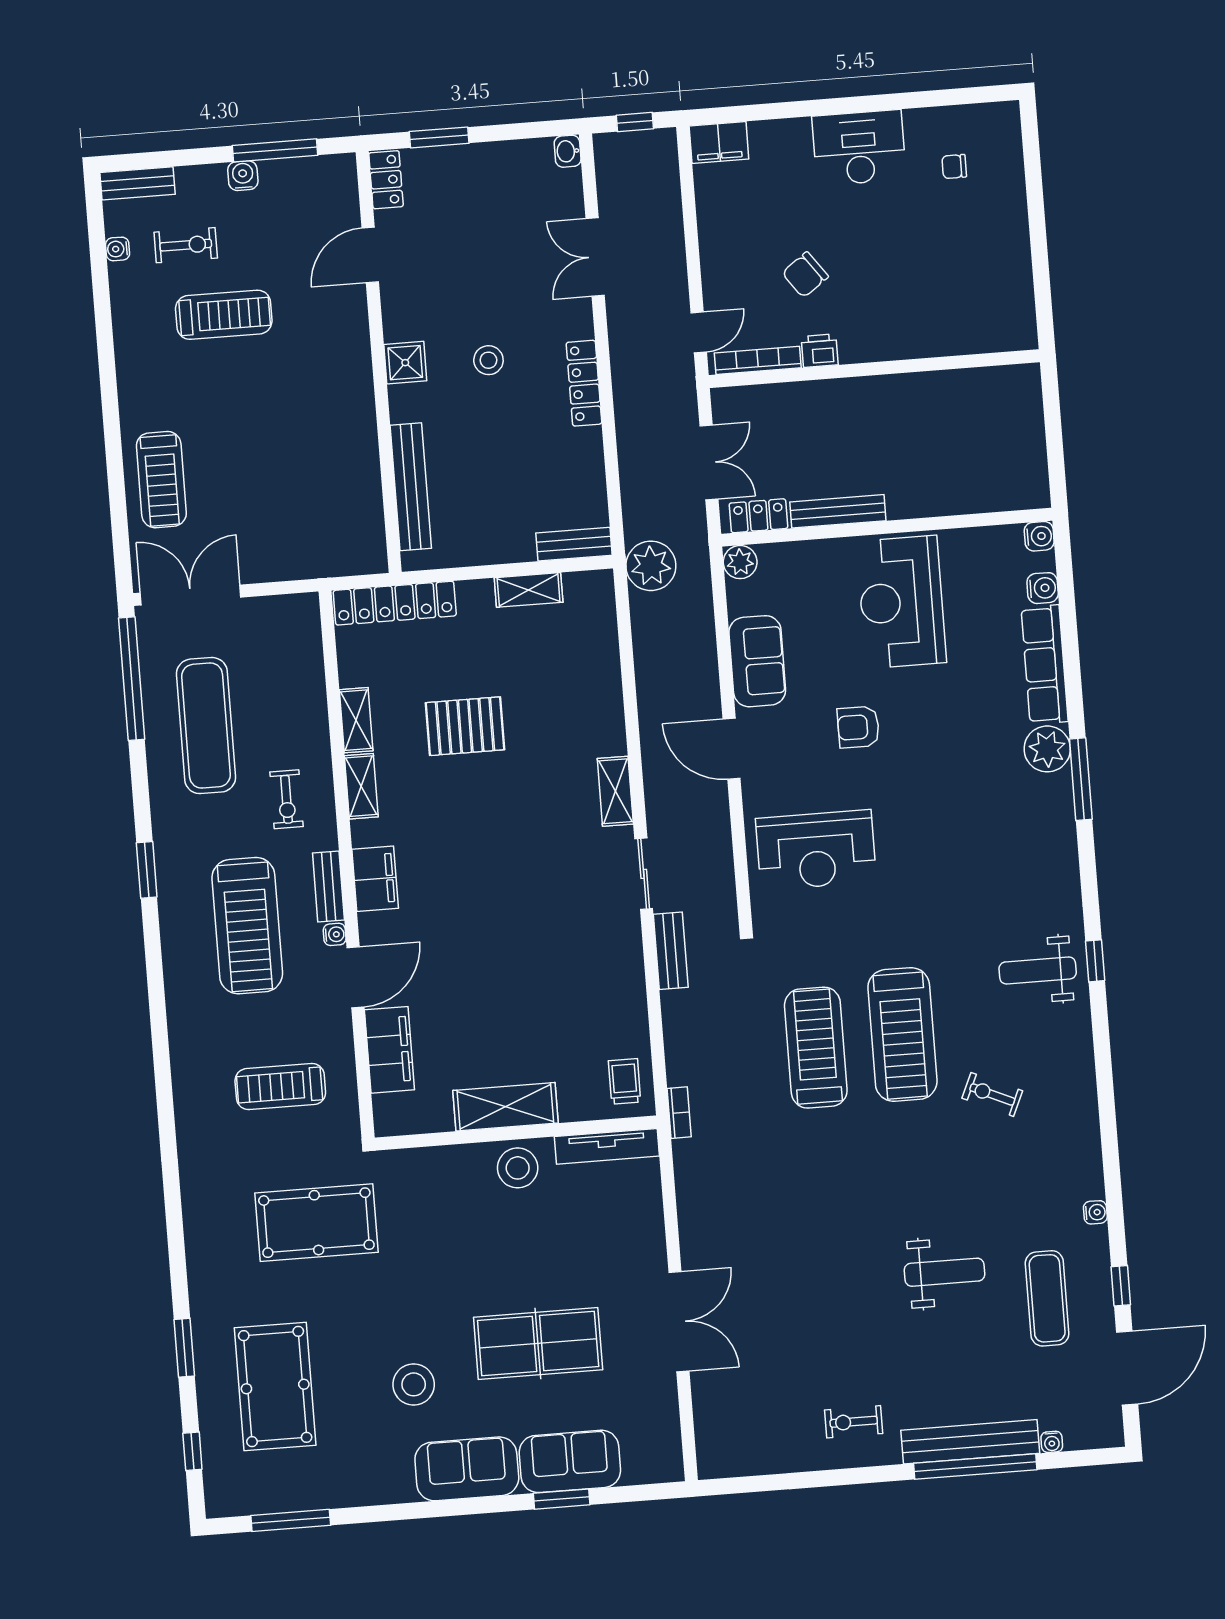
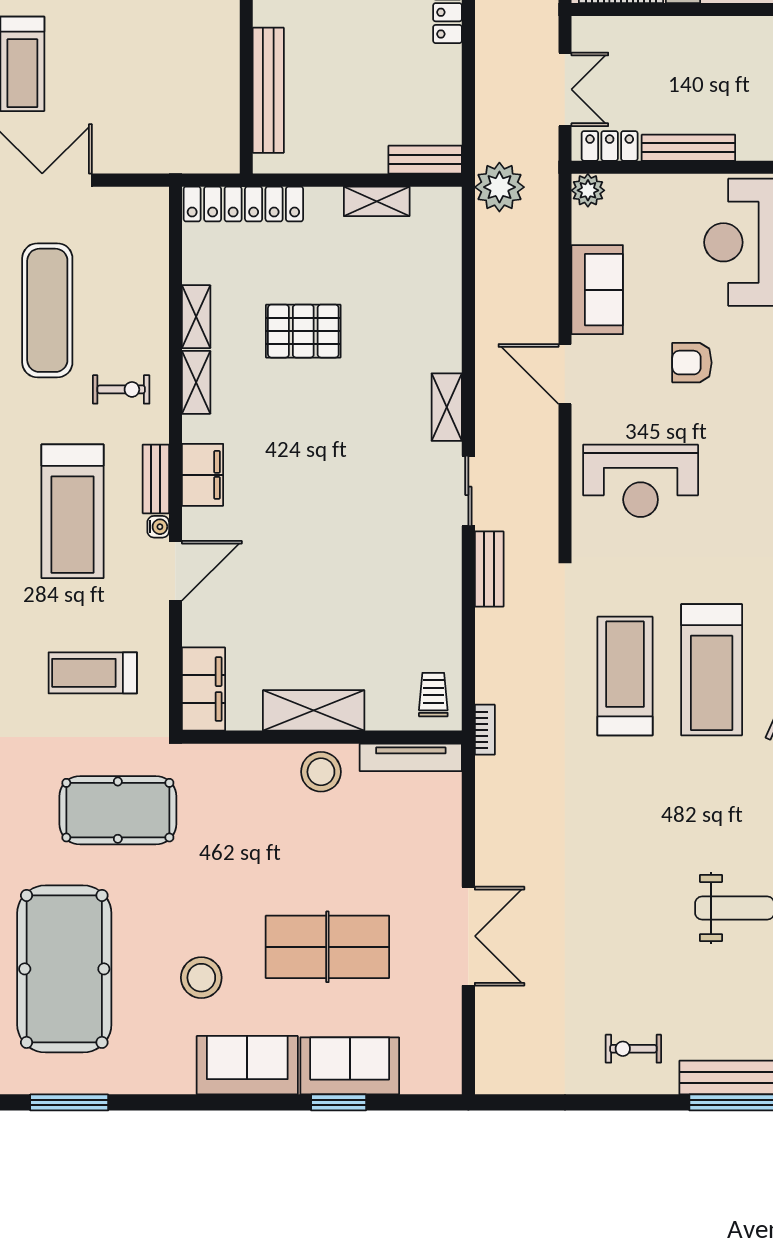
exercise bike: (287, 799) -> (121, 389), turned -90
filing cabinet: (389, 1050) -> (203, 689), moved
pool table: (275, 1386) -> (64, 969), width x1.36, depth x1.32

